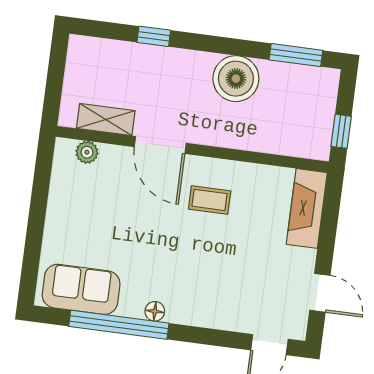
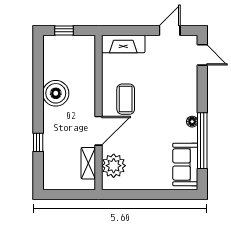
window: (296, 55) -> (38, 61), removed
window: (341, 131) -> (64, 30), moved
plant: (87, 152) -> (114, 166), width x1.87, depth x1.87
coffee table: (210, 200) -> (126, 99), width x1.36, depth x1.30

